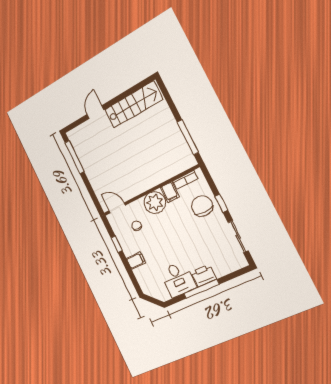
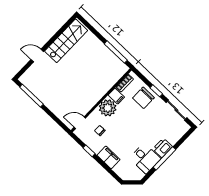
door: (95, 112) -> (37, 56), hinge flipped
chair: (202, 206) -> (143, 98), turned -90
filing cabinet: (136, 261) -> (108, 157), width x2.00

